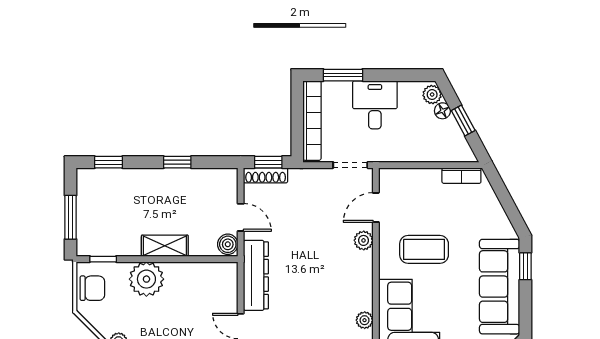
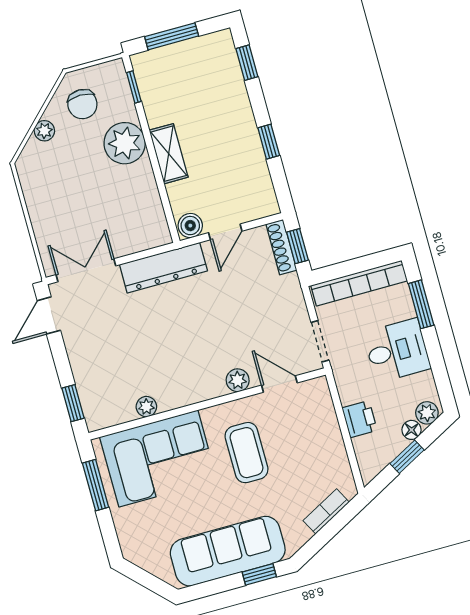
printer: (422, 150) -> (360, 419), added
bookcase: (461, 176) -> (326, 511), moved, turned 62
chair: (92, 288) -> (82, 104), moved

